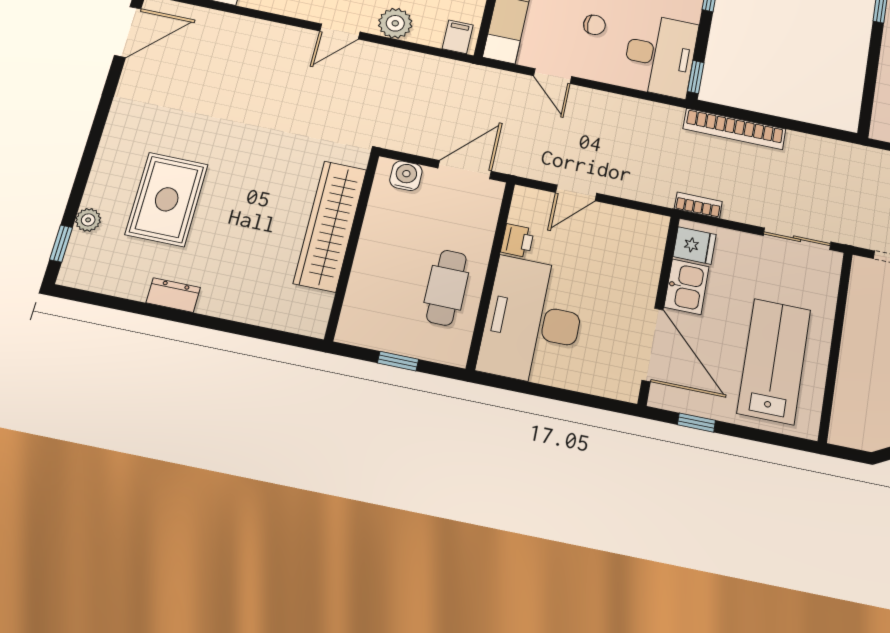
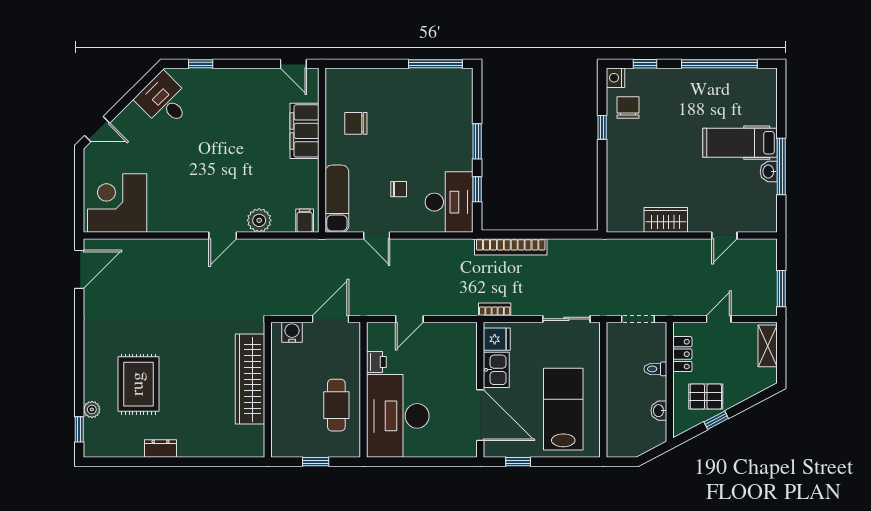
window: (696, 77) -> (477, 189), moved

